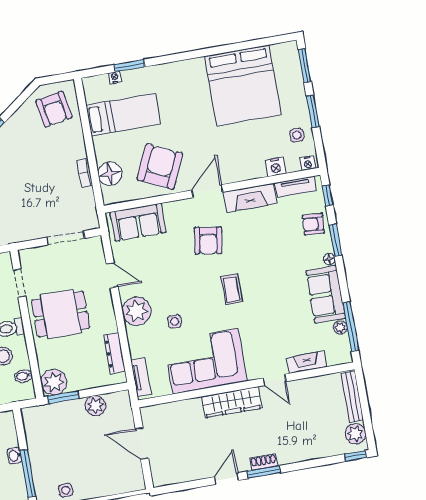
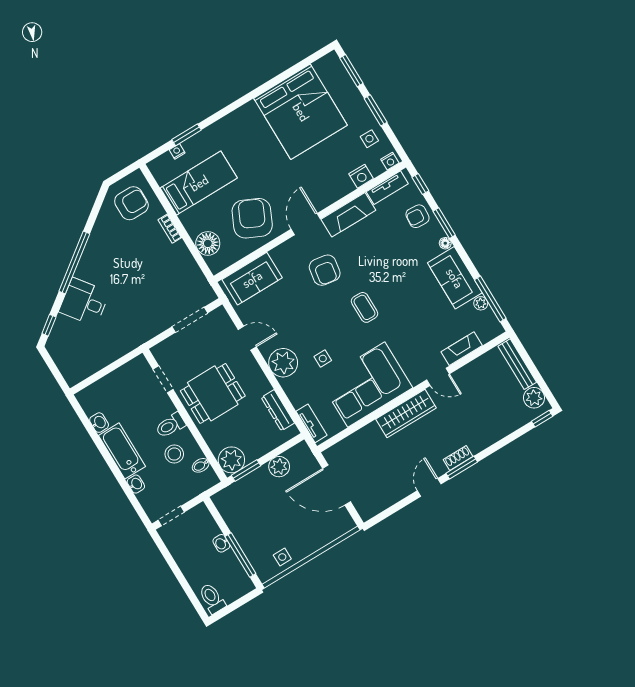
armchair: (54, 109) -> (131, 203), turned -80
bookcase: (85, 173) -> (170, 229), moved
door: (142, 443) -> (337, 485), width x1.36

